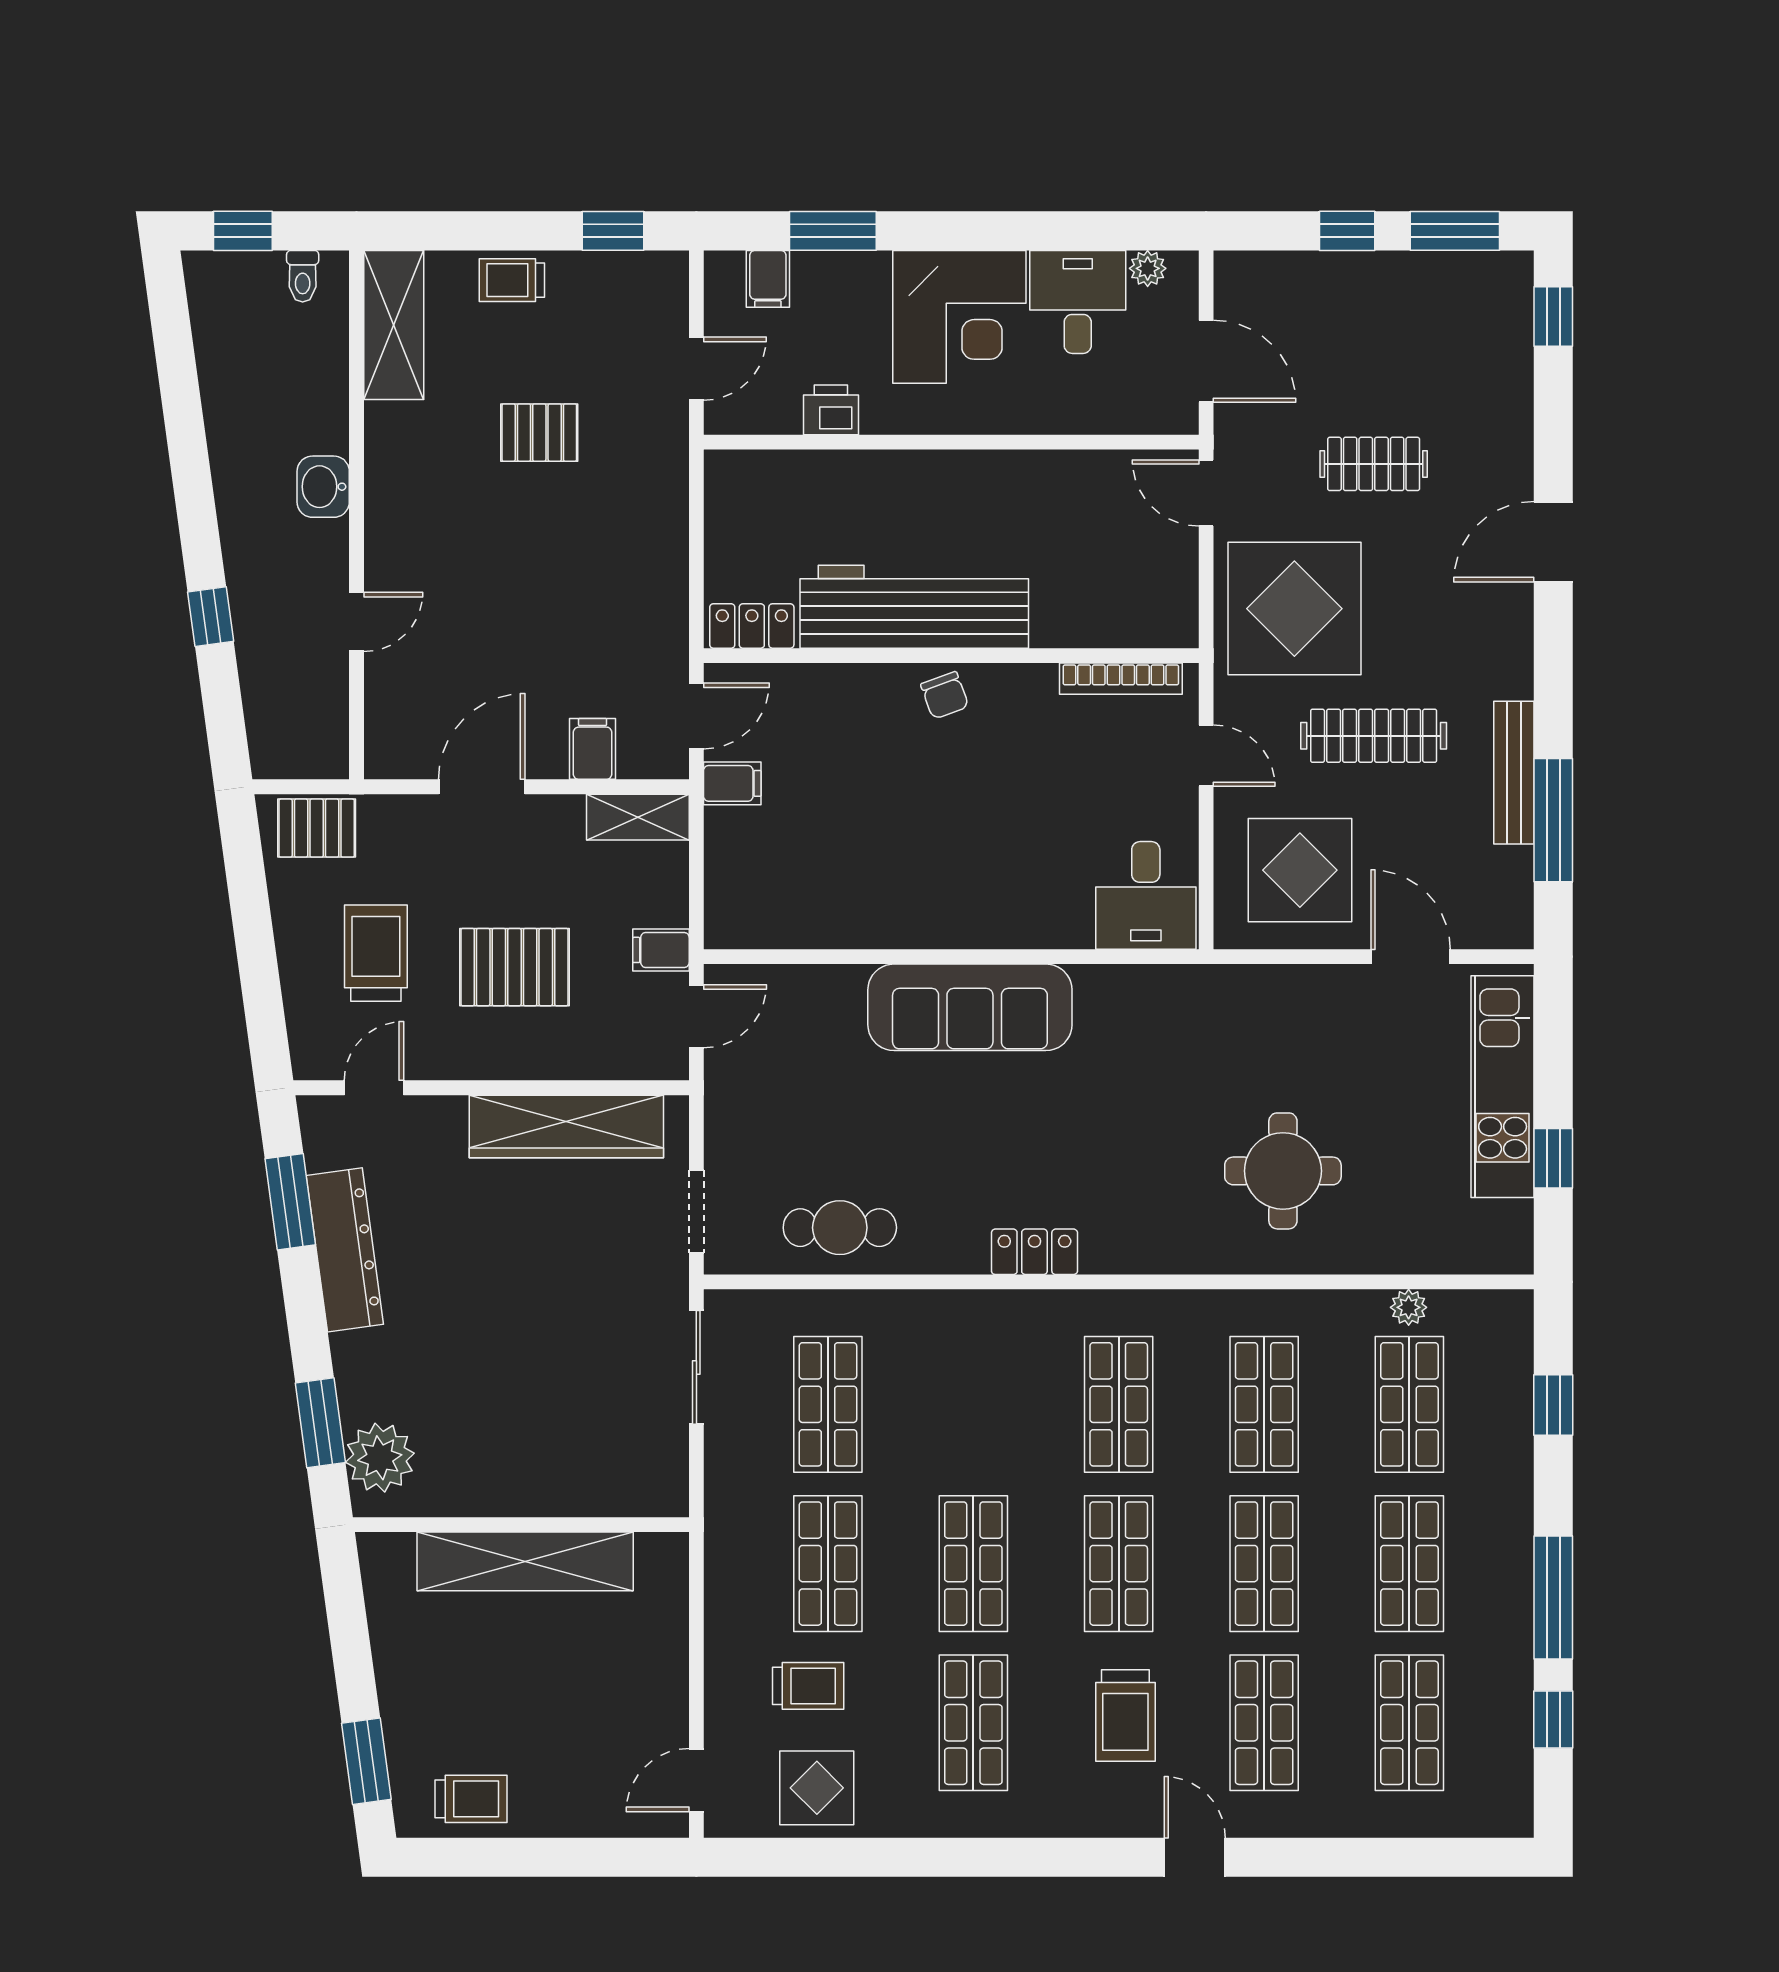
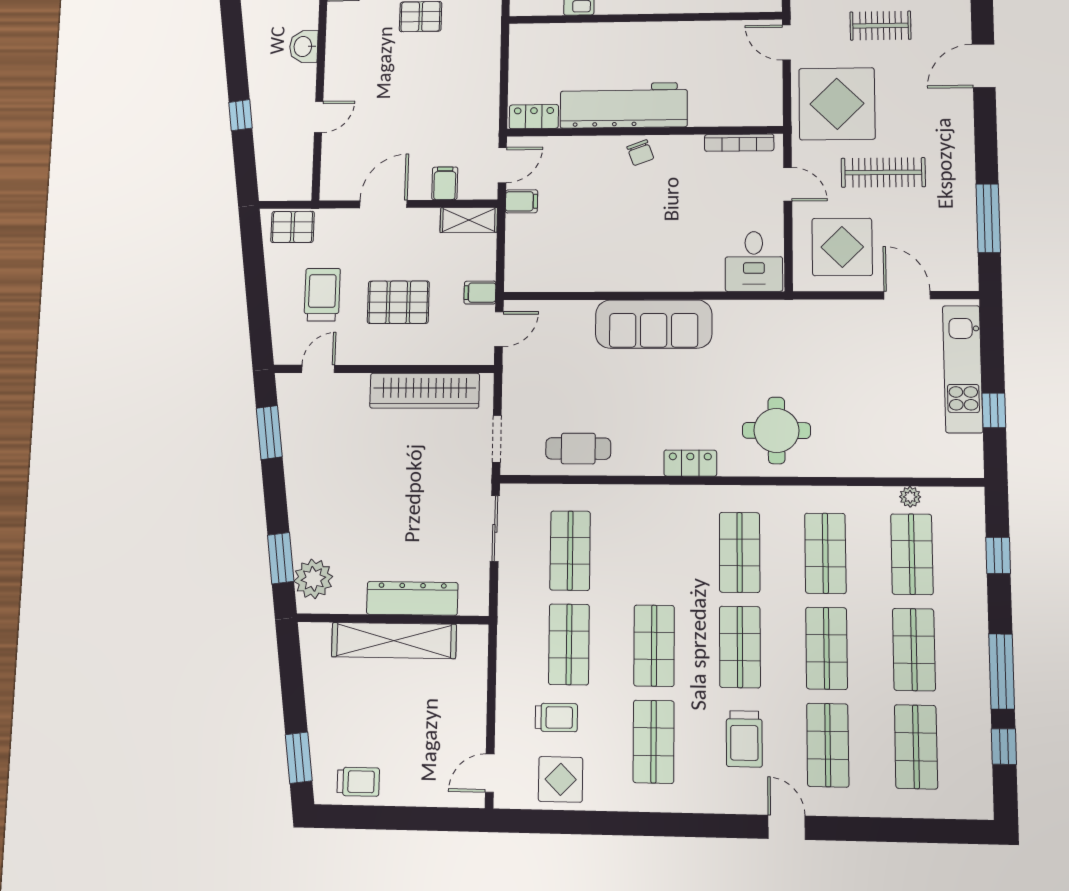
bench: (1514, 773) -> (965, 192), removed
round table: (1283, 1171) -> (776, 430), moved
dresser: (345, 1250) -> (412, 598), moved, turned -82

